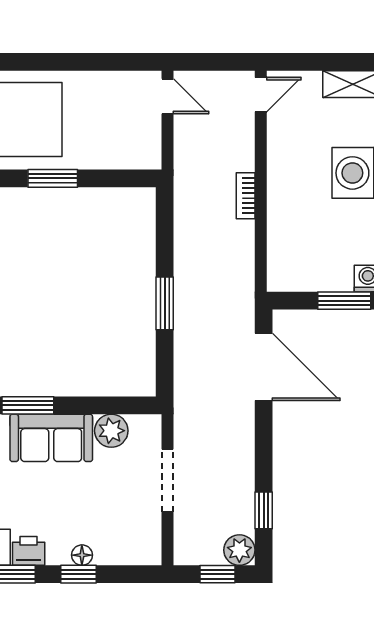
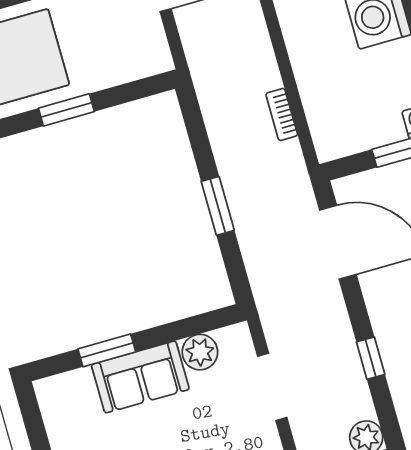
bookcase: (246, 196) -> (282, 114), moved
window: (264, 510) -> (371, 358), moved

